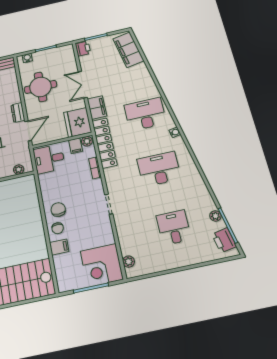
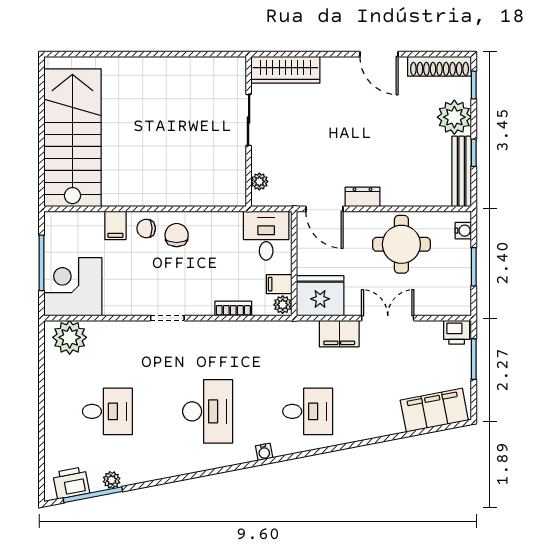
desk: (145, 114) -> (308, 411), width x0.73
locker: (104, 143) -> (273, 333), removed
chair: (58, 210) -> (177, 235), turned -90
plant: (129, 262) -> (70, 337), width x1.88, depth x1.88

